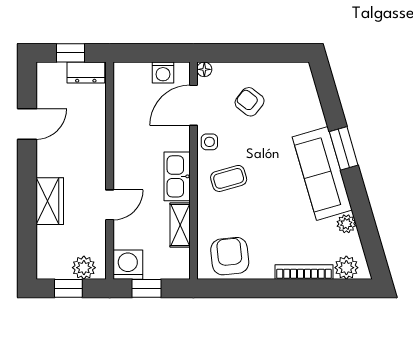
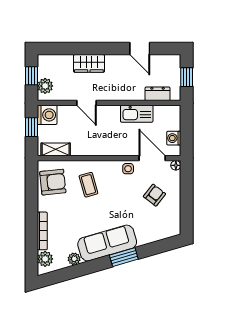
dresser: (86, 72) -> (158, 94), moved, turned 90
kitchen sink: (177, 176) -> (137, 114), moved, turned 180
coffee table: (229, 178) -> (88, 185), moved
shelving: (180, 225) -> (56, 149), moved

